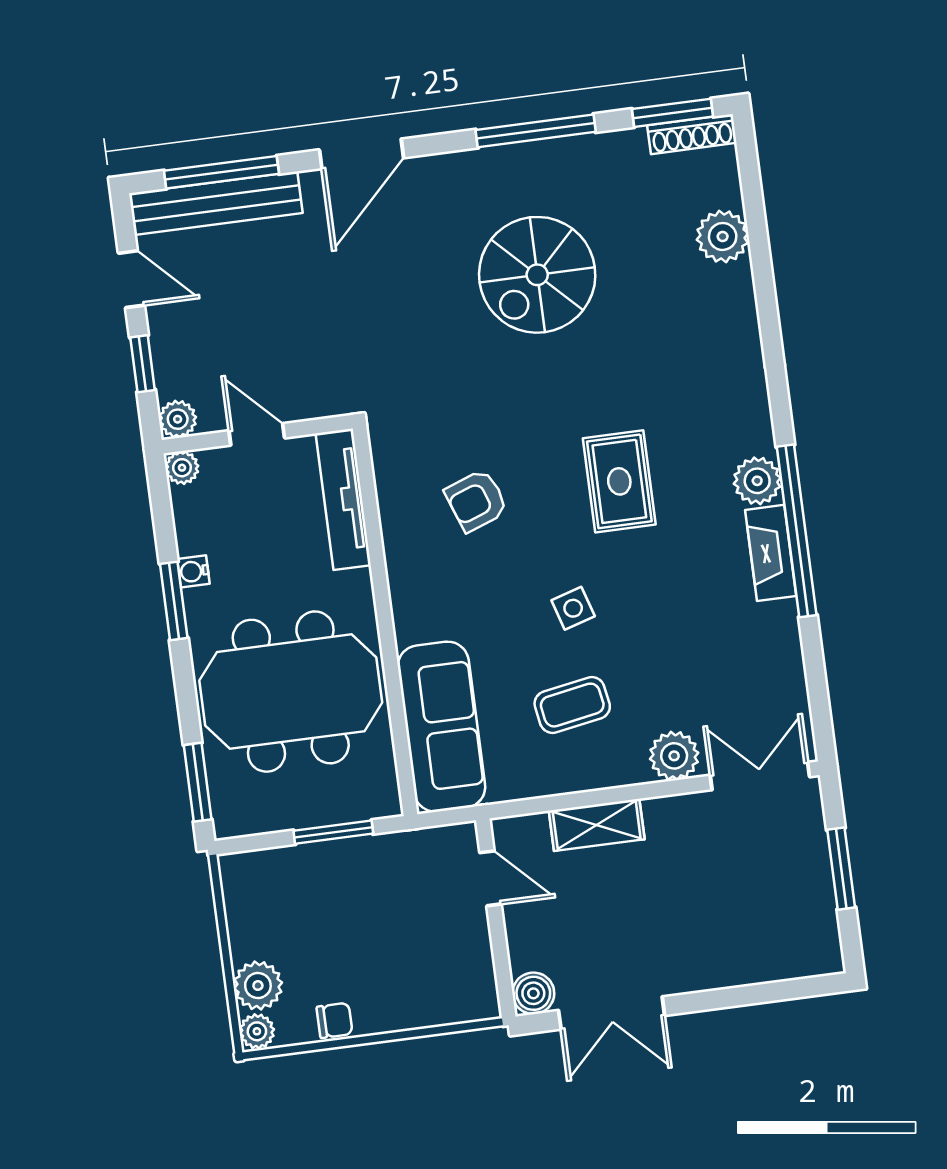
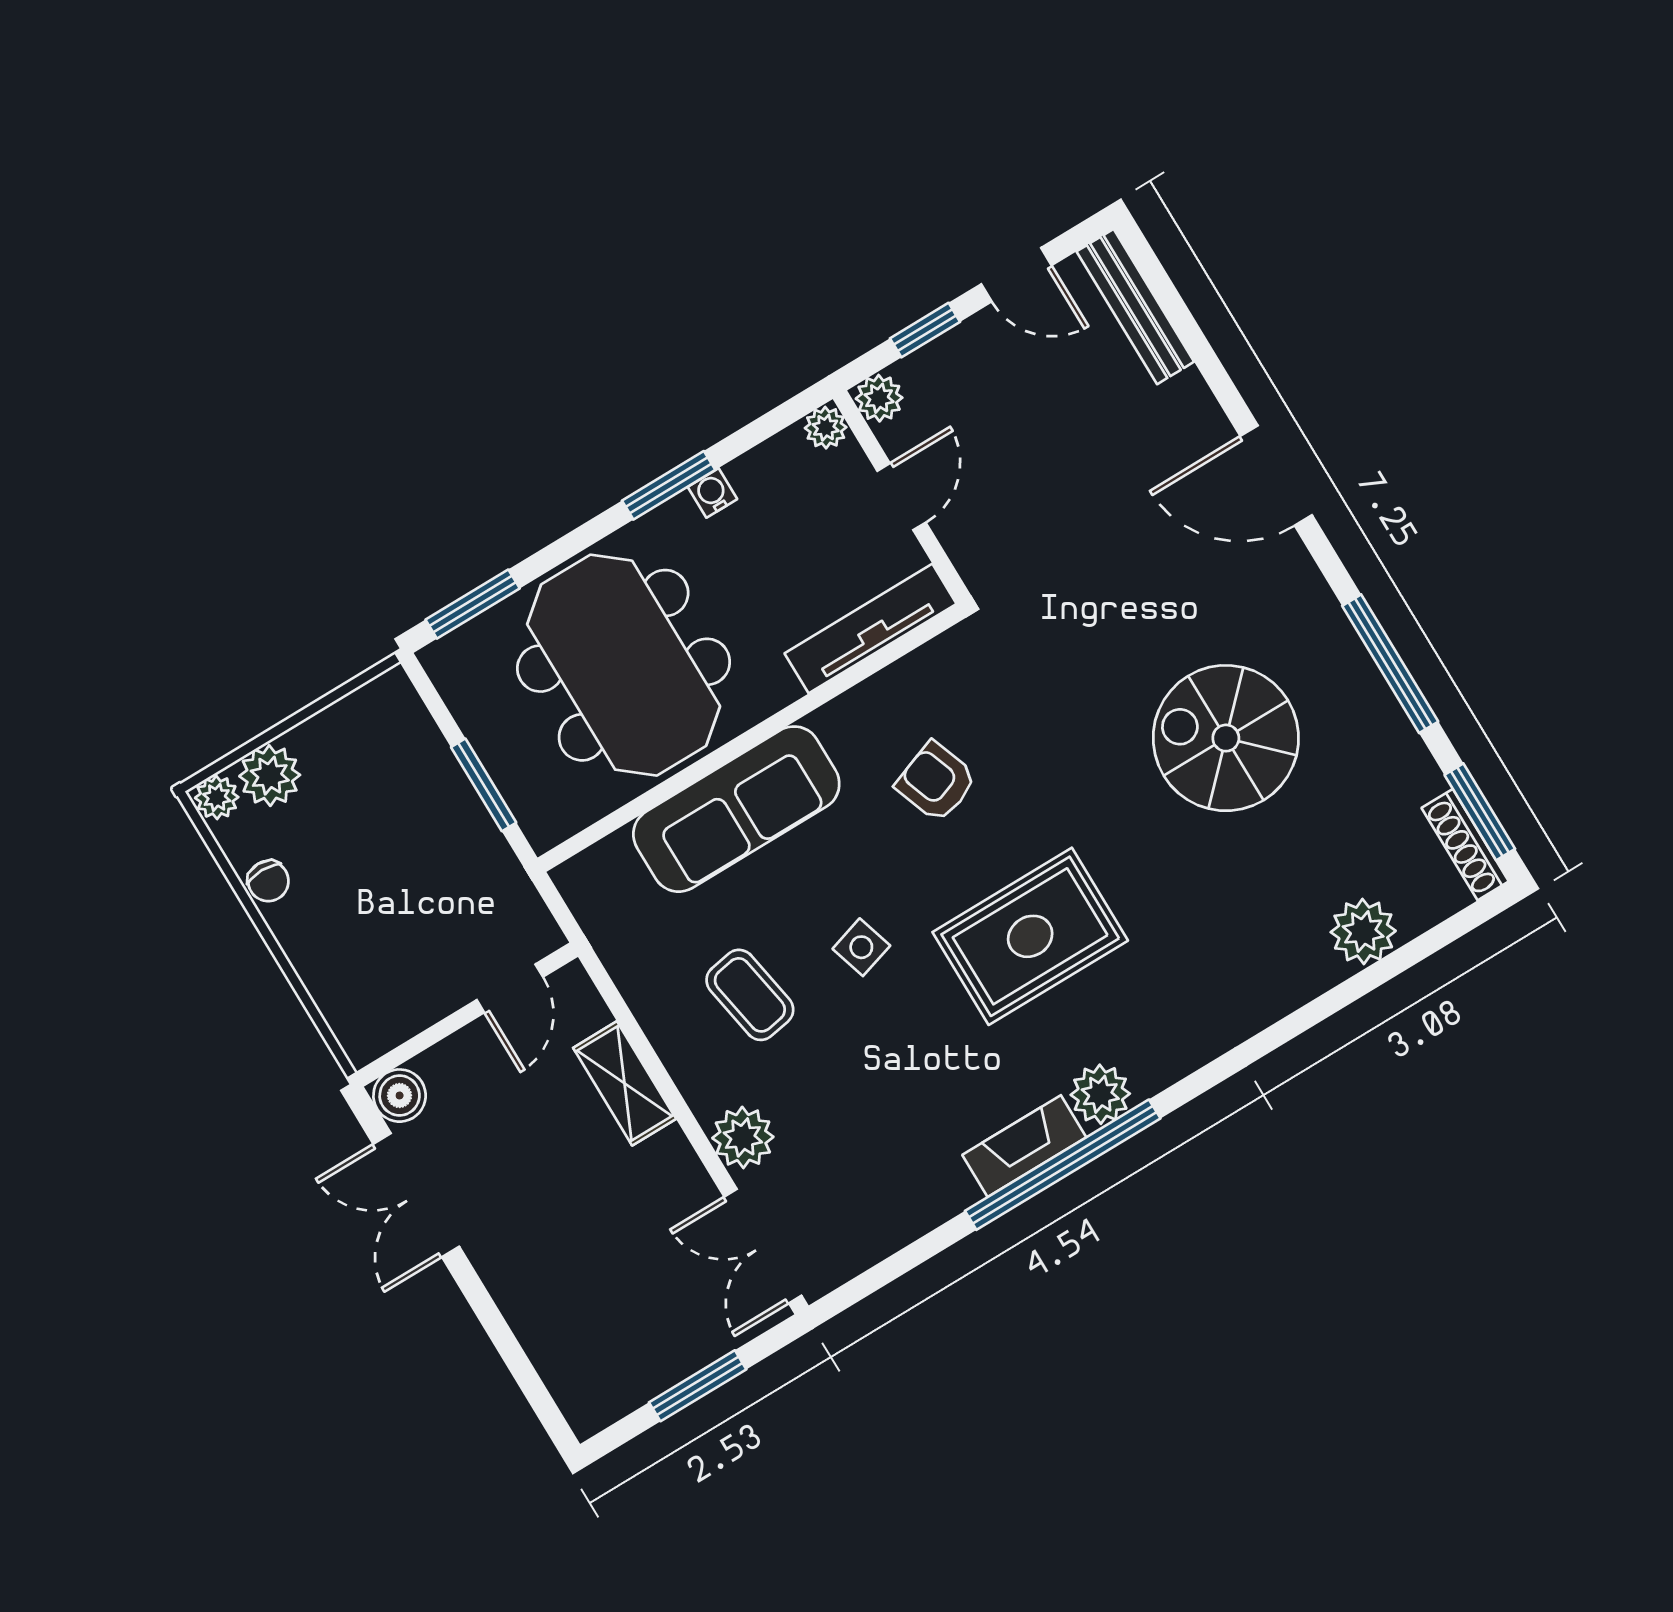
window: (221, 172) -> (1184, 324), removed
bench: (216, 203) -> (1135, 307), width x0.73, depth x0.82
door: (131, 279) -> (1016, 275), hinge flipped
rug: (619, 481) -> (1030, 936), width x1.36, depth x1.43
sofa: (441, 727) -> (736, 809), moved
double door: (760, 776) -> (763, 1246), swing flipped

